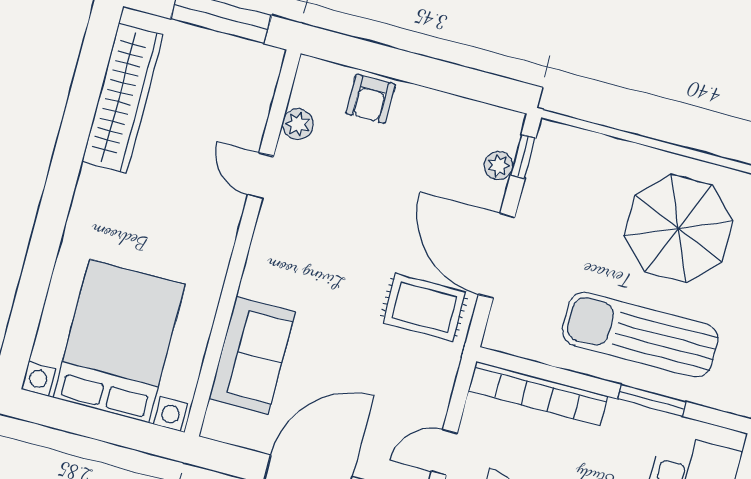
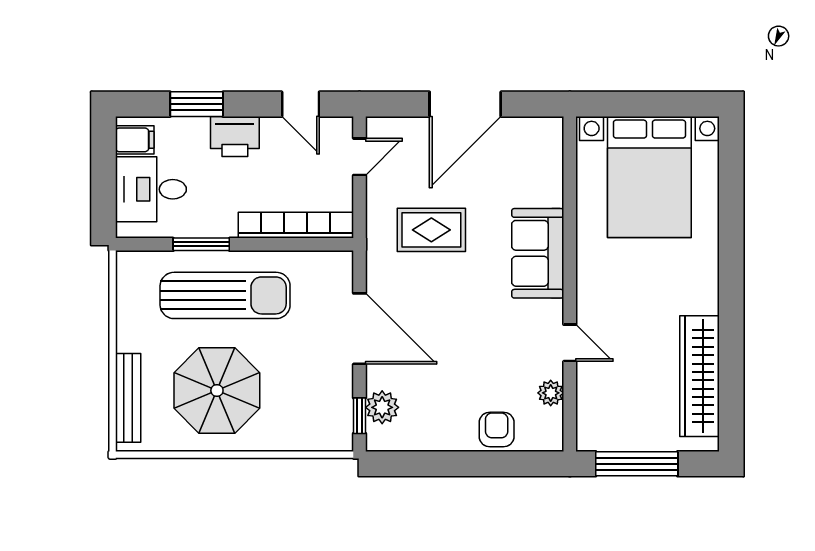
plant: (498, 166) -> (382, 407), width x1.38, depth x1.38
rug: (424, 307) -> (431, 230), moved
sofa: (252, 355) -> (538, 253), moved

